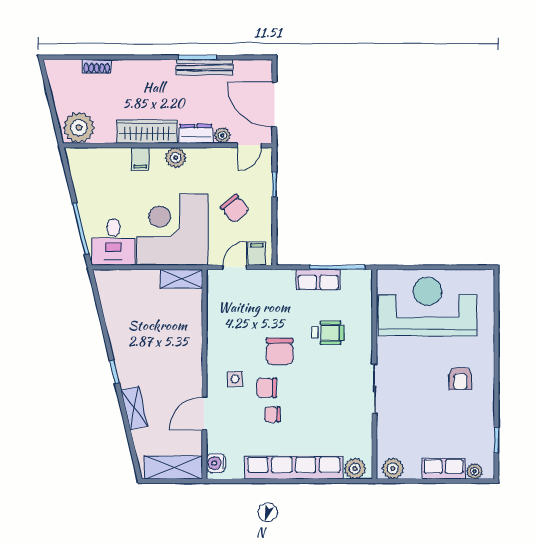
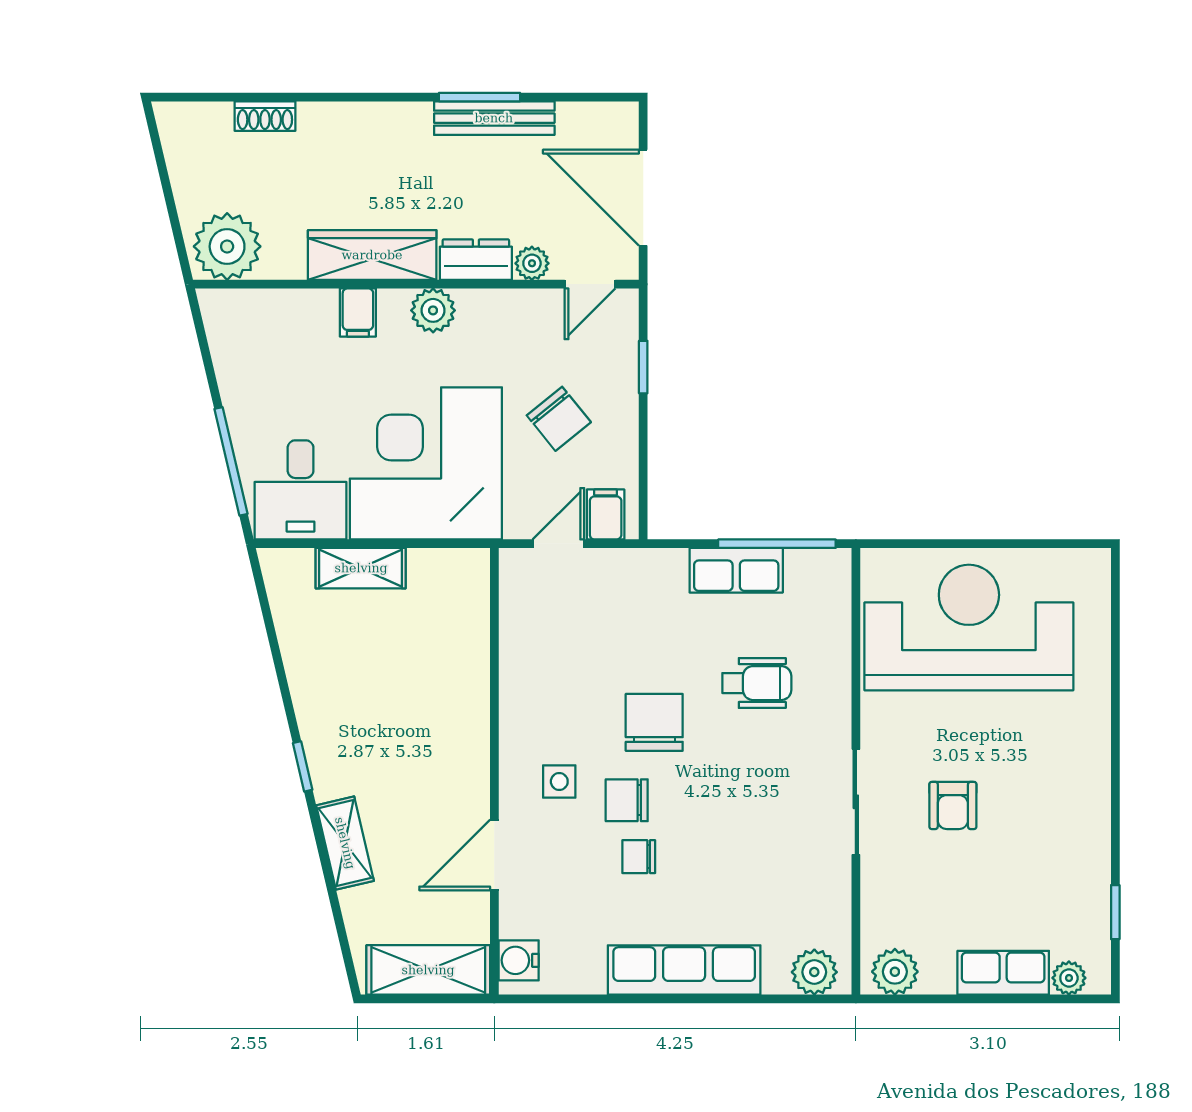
shelving: (181, 279) -> (361, 568), moved
chair: (280, 351) -> (654, 722), turned 180
armchair: (460, 378) -> (953, 805), moved
row of seats: (294, 468) -> (684, 970), width x0.73

